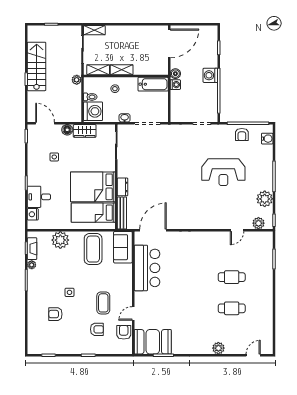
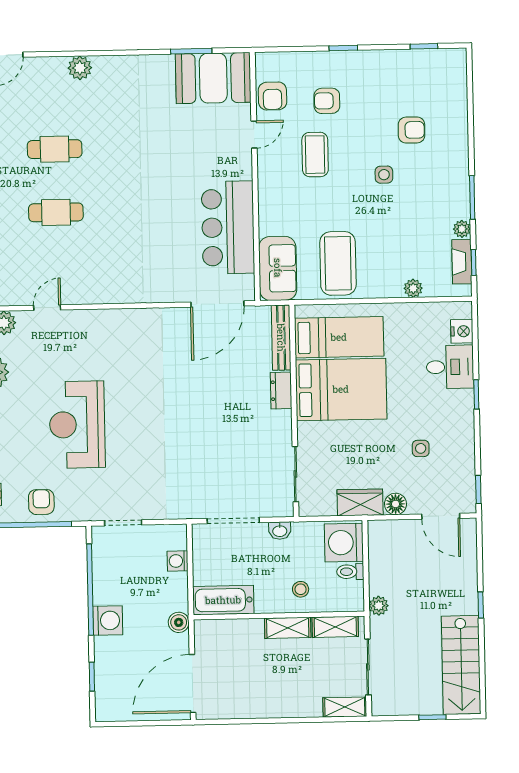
stairs: (37, 66) -> (461, 665), moved
washing machine: (175, 85) -> (178, 561), moved
reception desk: (223, 172) -> (77, 425), turned -90
plant: (60, 240) -> (413, 288), width x0.53, depth x0.53

